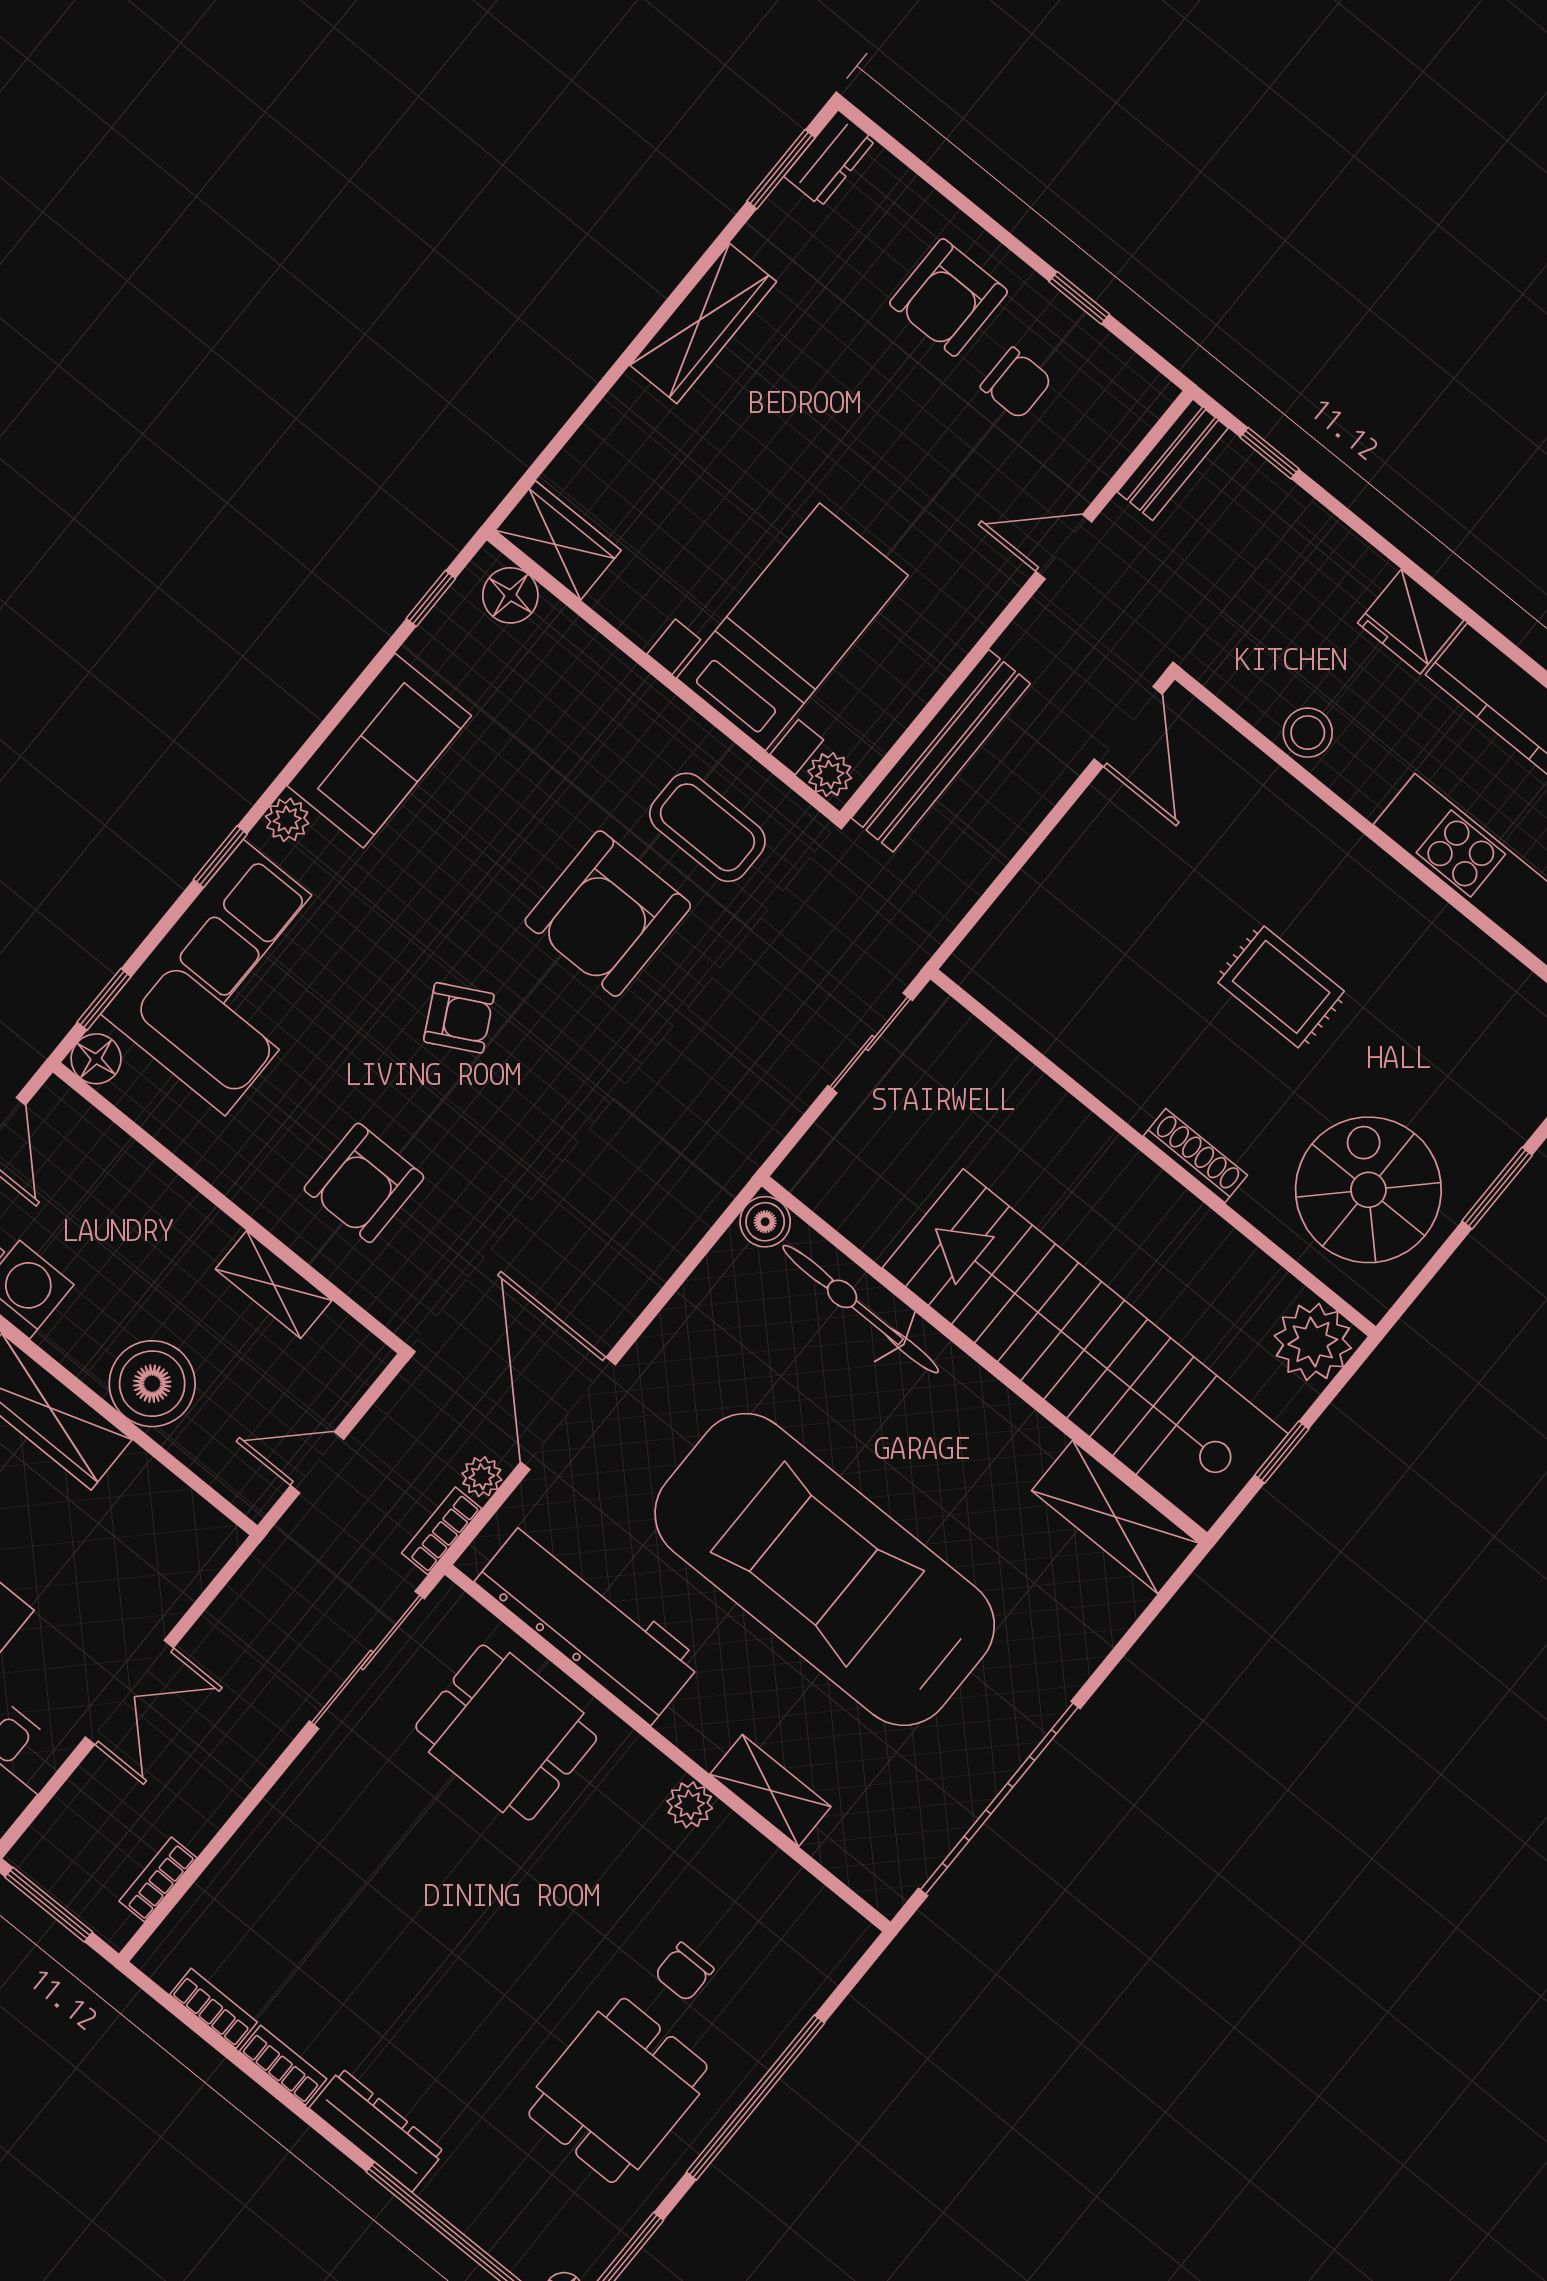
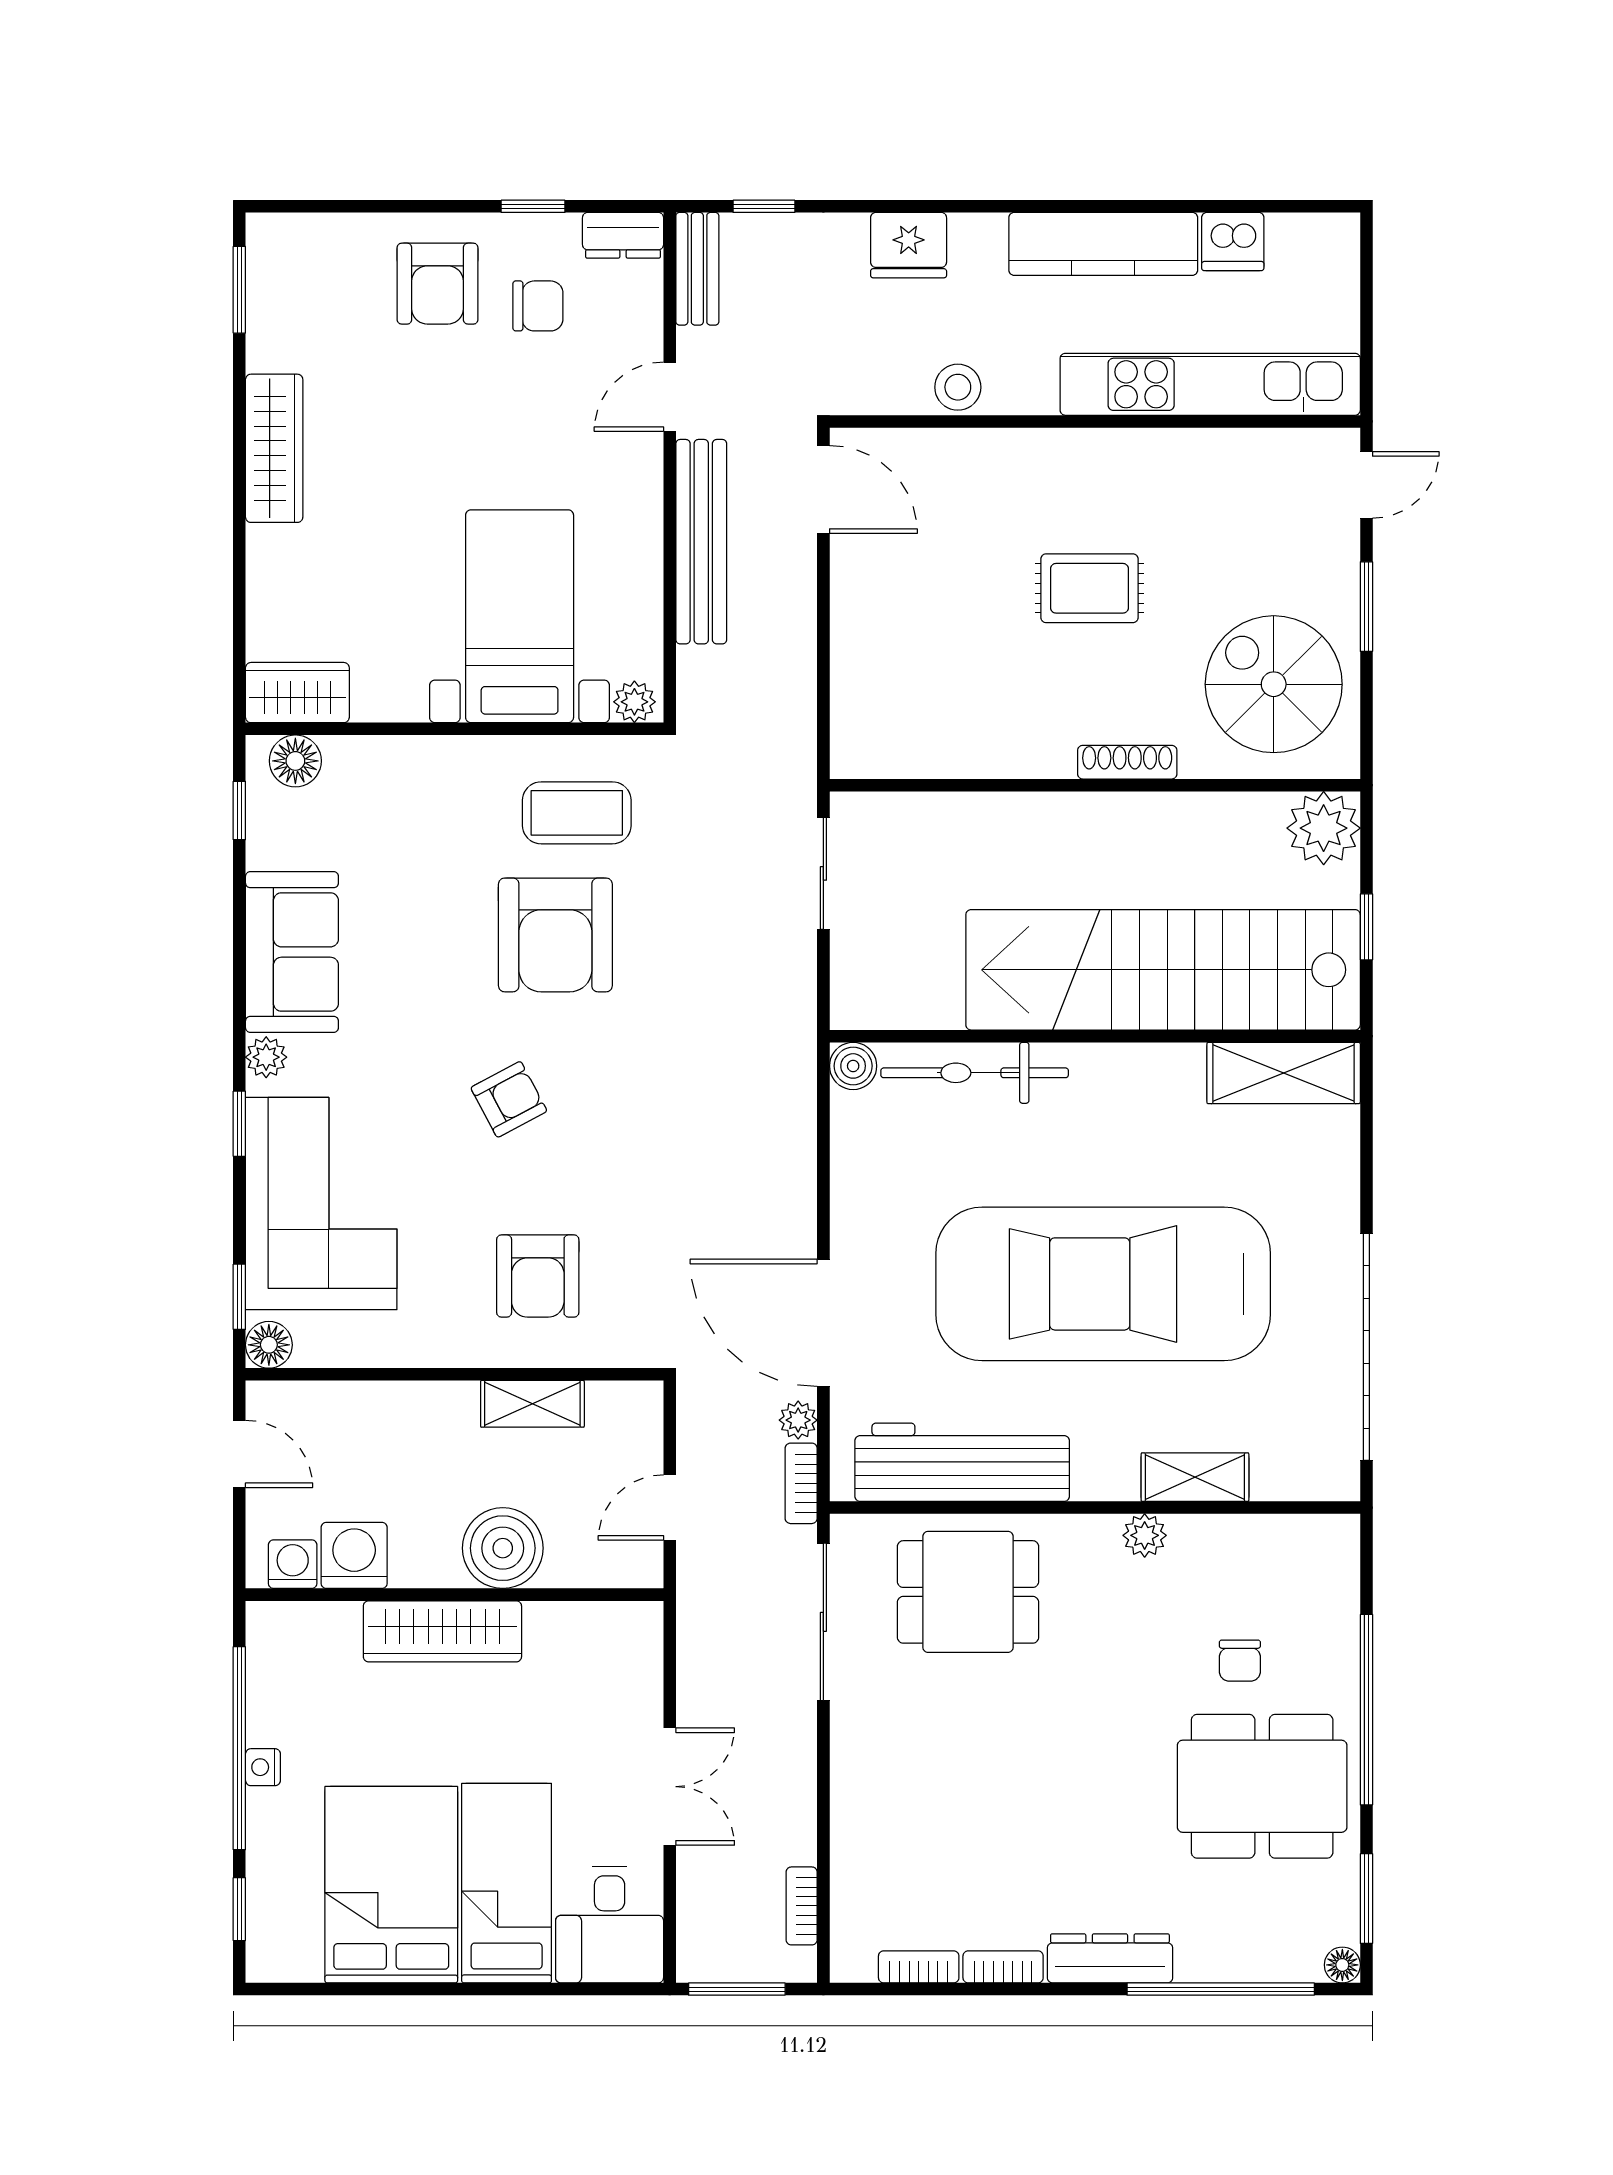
dresser: (830, 158) -> (623, 235), moved, turned 90
fridge: (1411, 622) -> (909, 245), moved
bench: (941, 751) -> (701, 542), moved
dining table: (618, 2090) -> (1262, 1786), width x1.38

